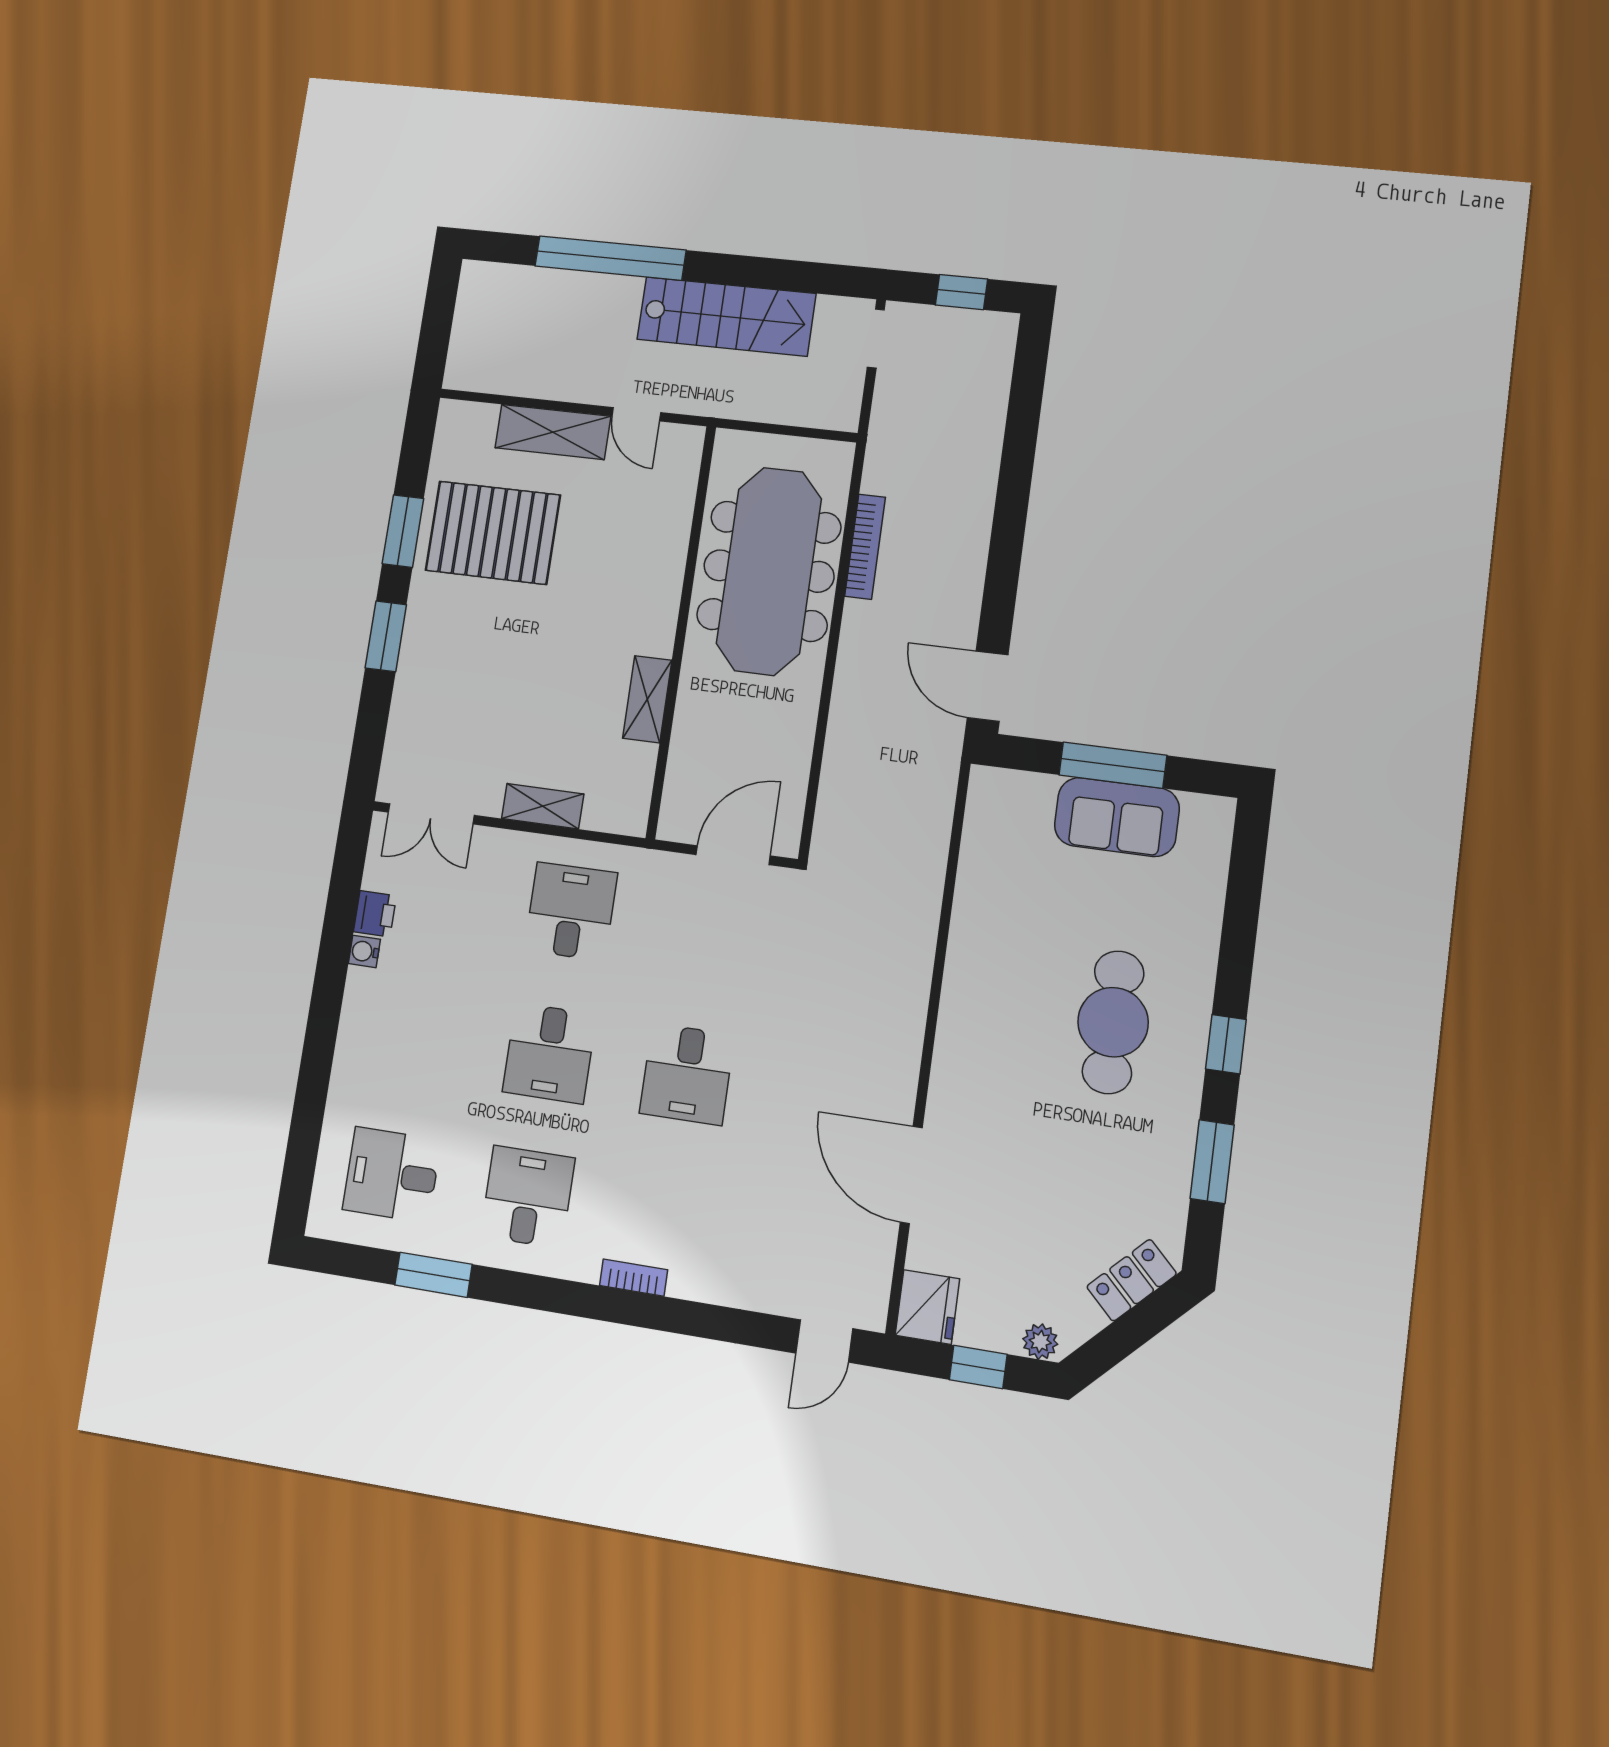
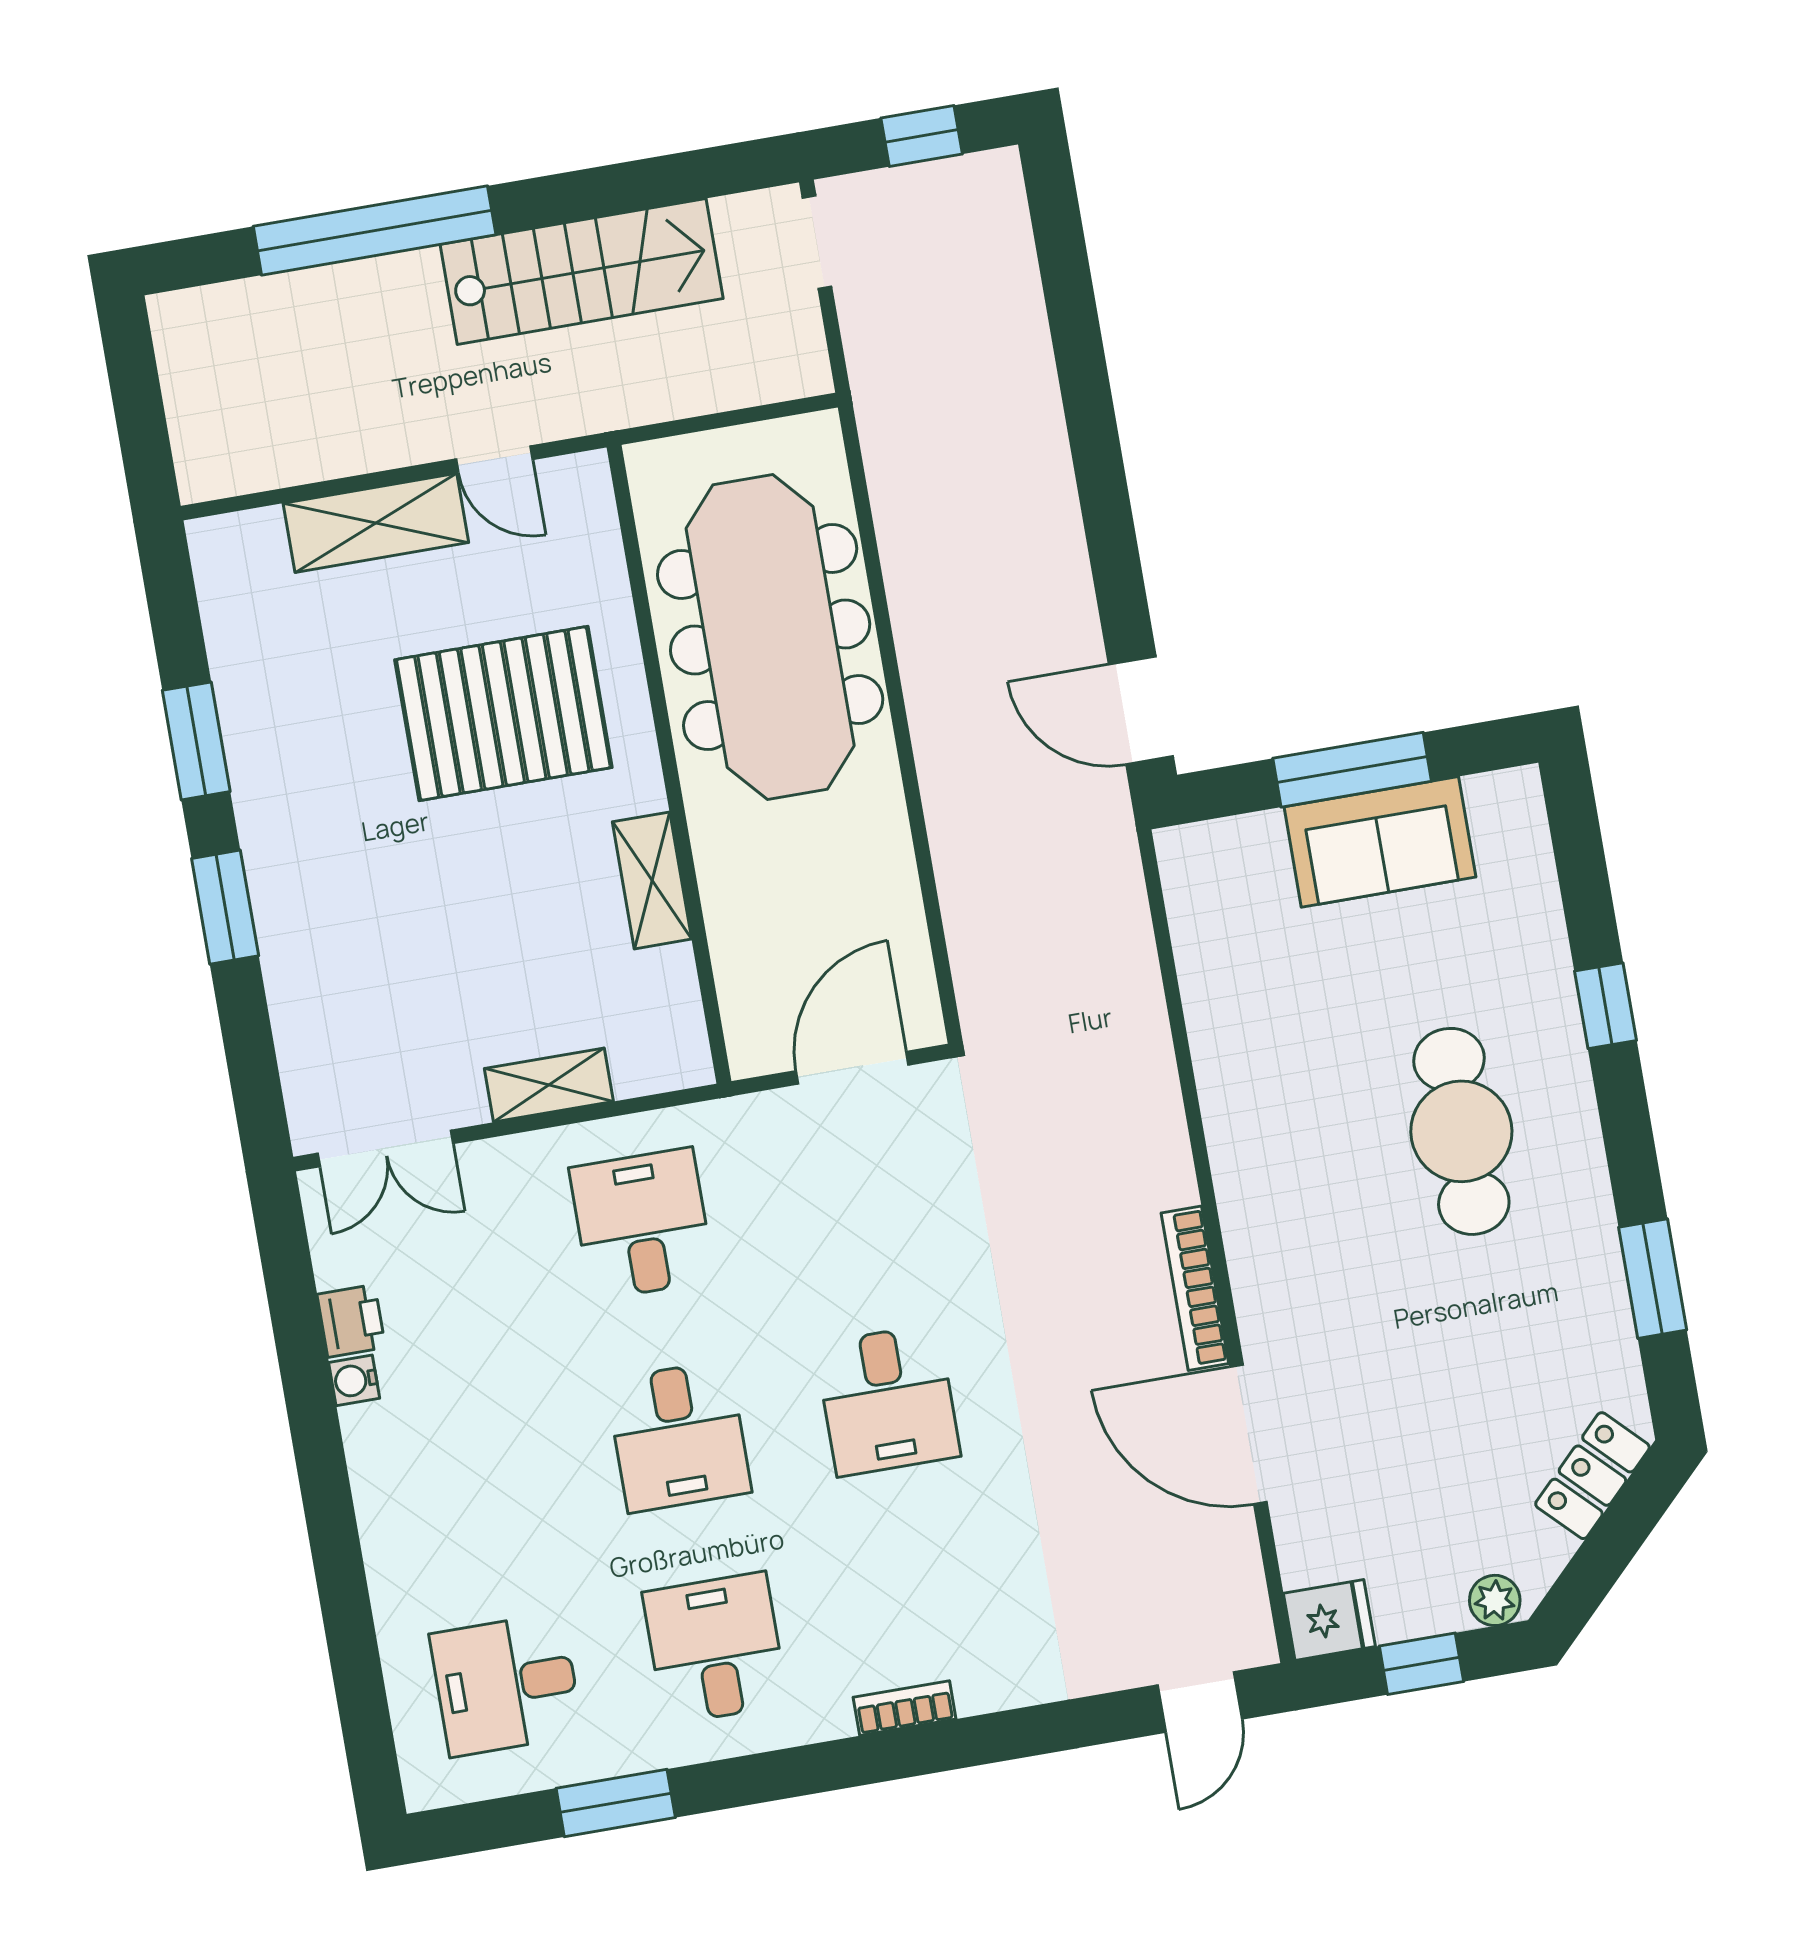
pallet: (493, 533) -> (503, 714), moved
bookcase: (865, 547) -> (1195, 1288), moved, turned 180
window: (1226, 1044) -> (1605, 1006), moved
fridge: (927, 1307) -> (1329, 1620), width x0.72

